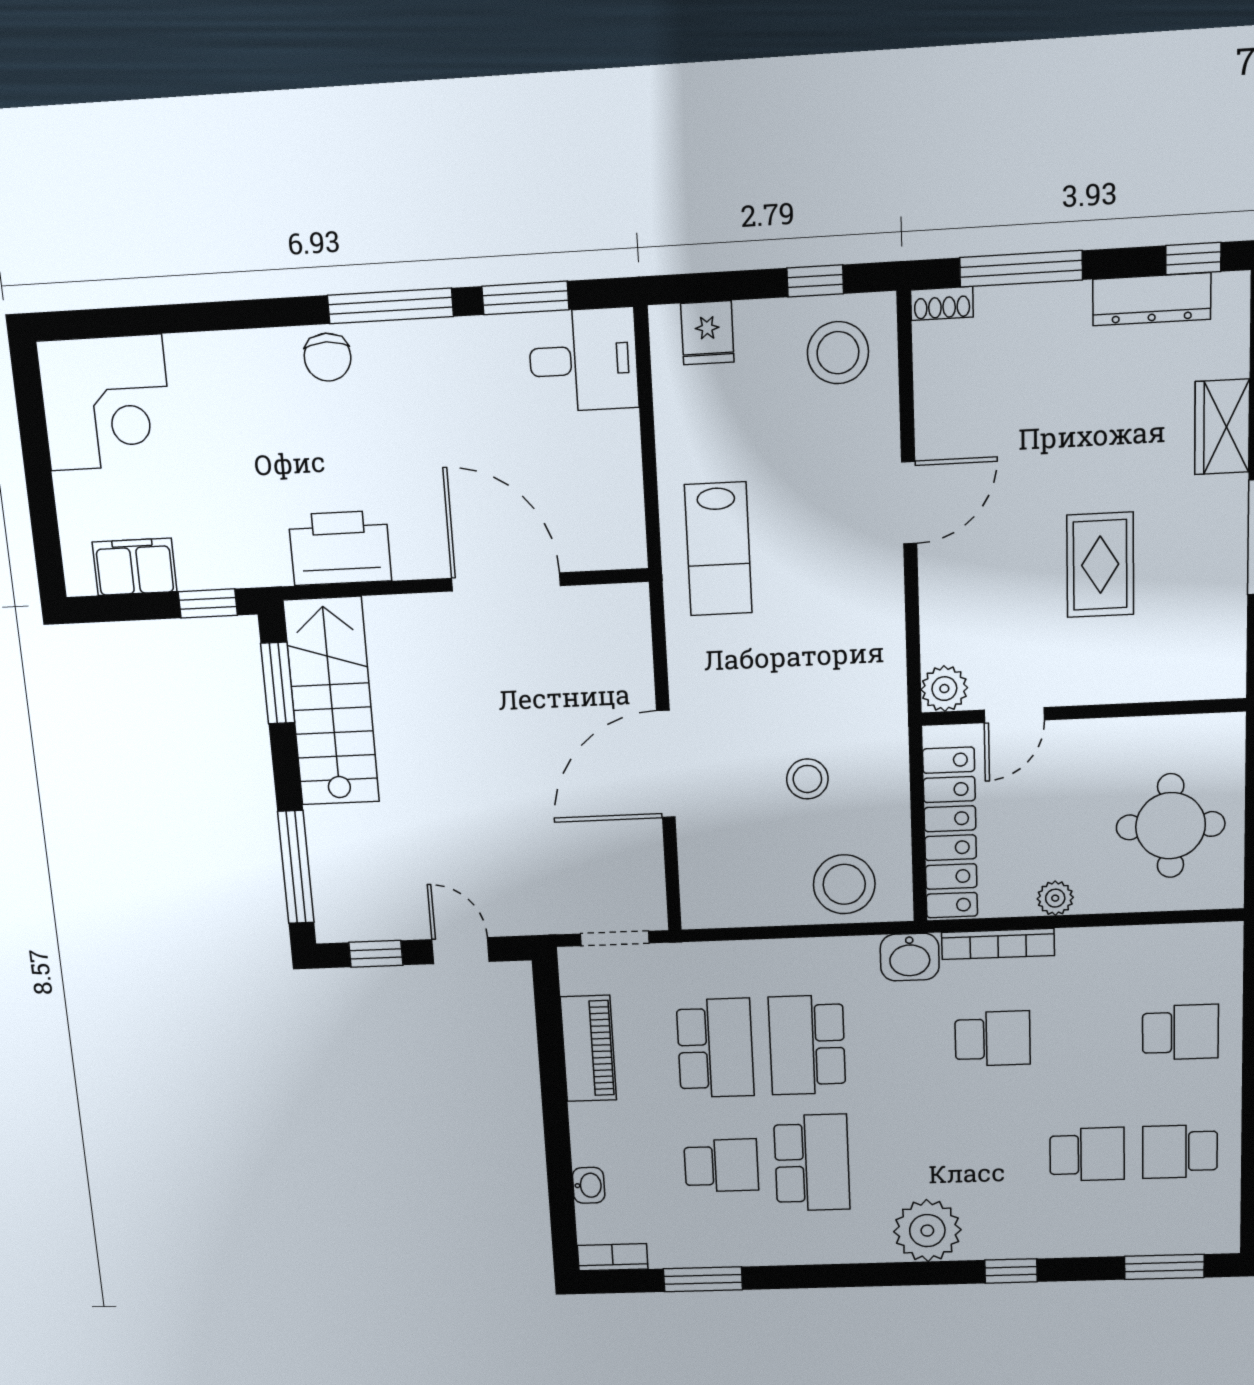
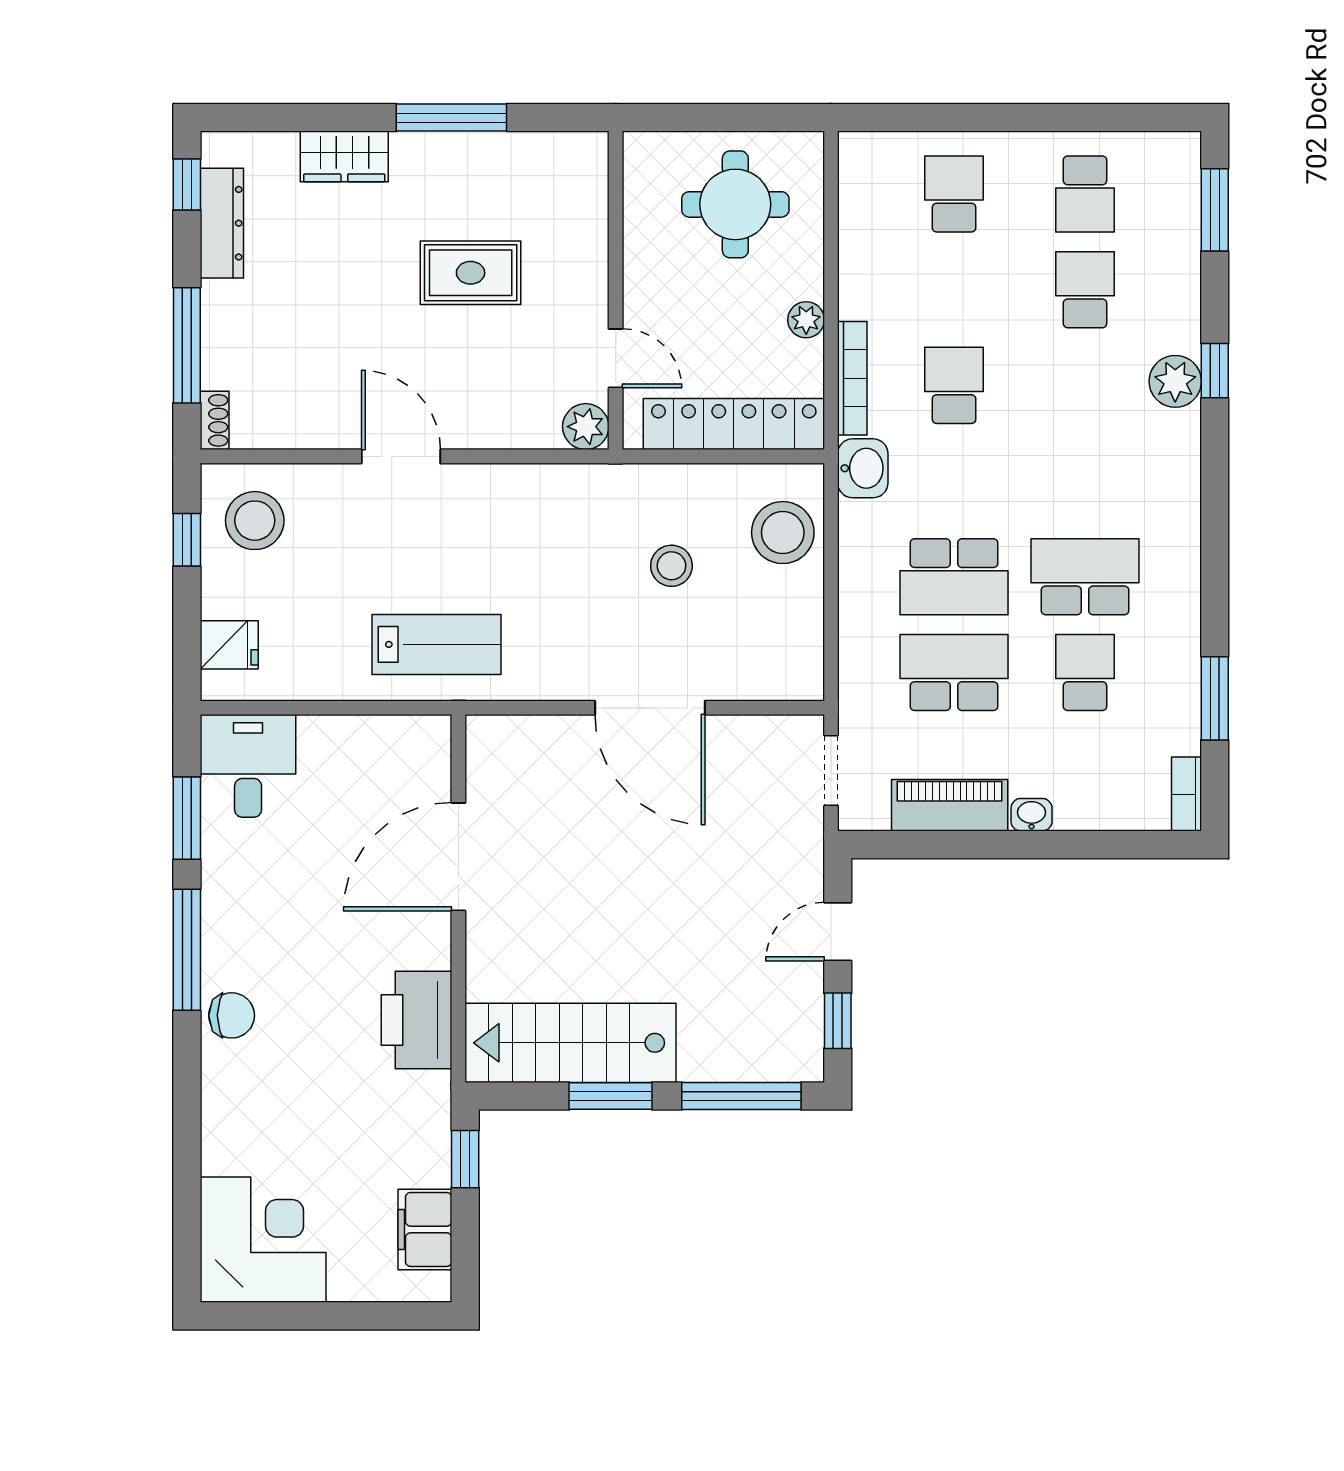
window: (278, 683) -> (611, 1096), moved
washbasin: (589, 1185) -> (1032, 815), moved
plant: (927, 1231) -> (1175, 381), moved, width x0.73, depth x0.73

